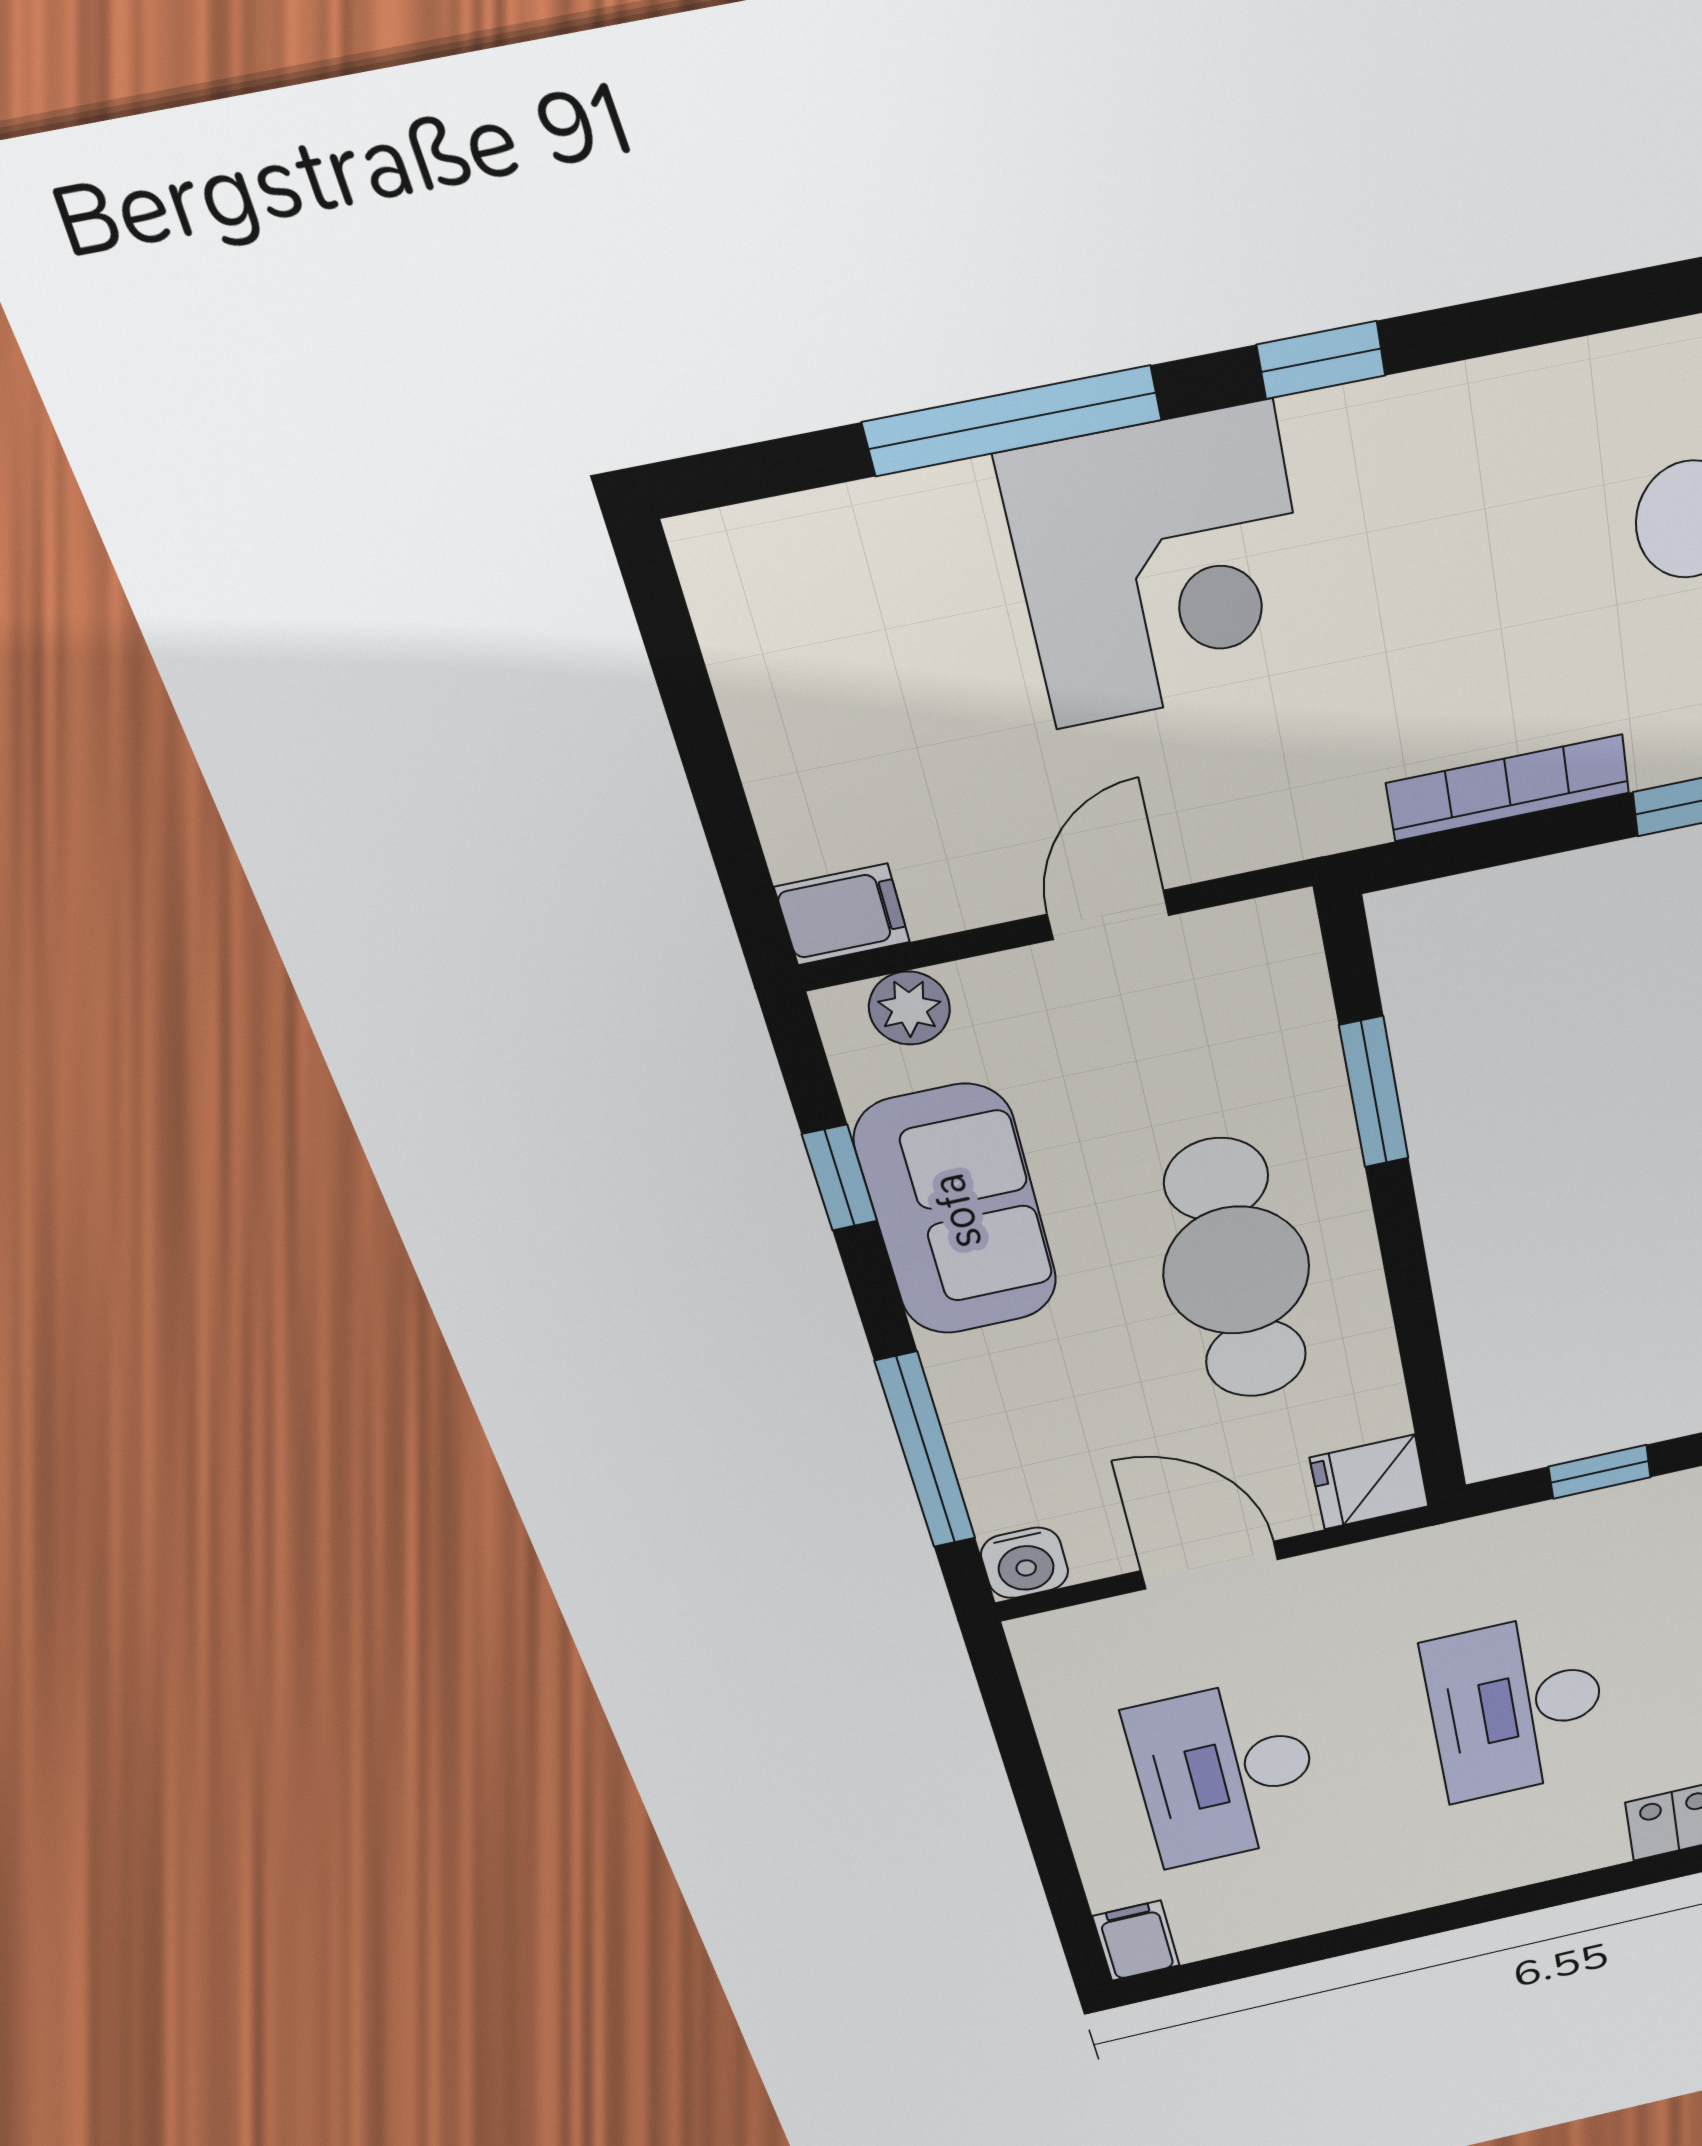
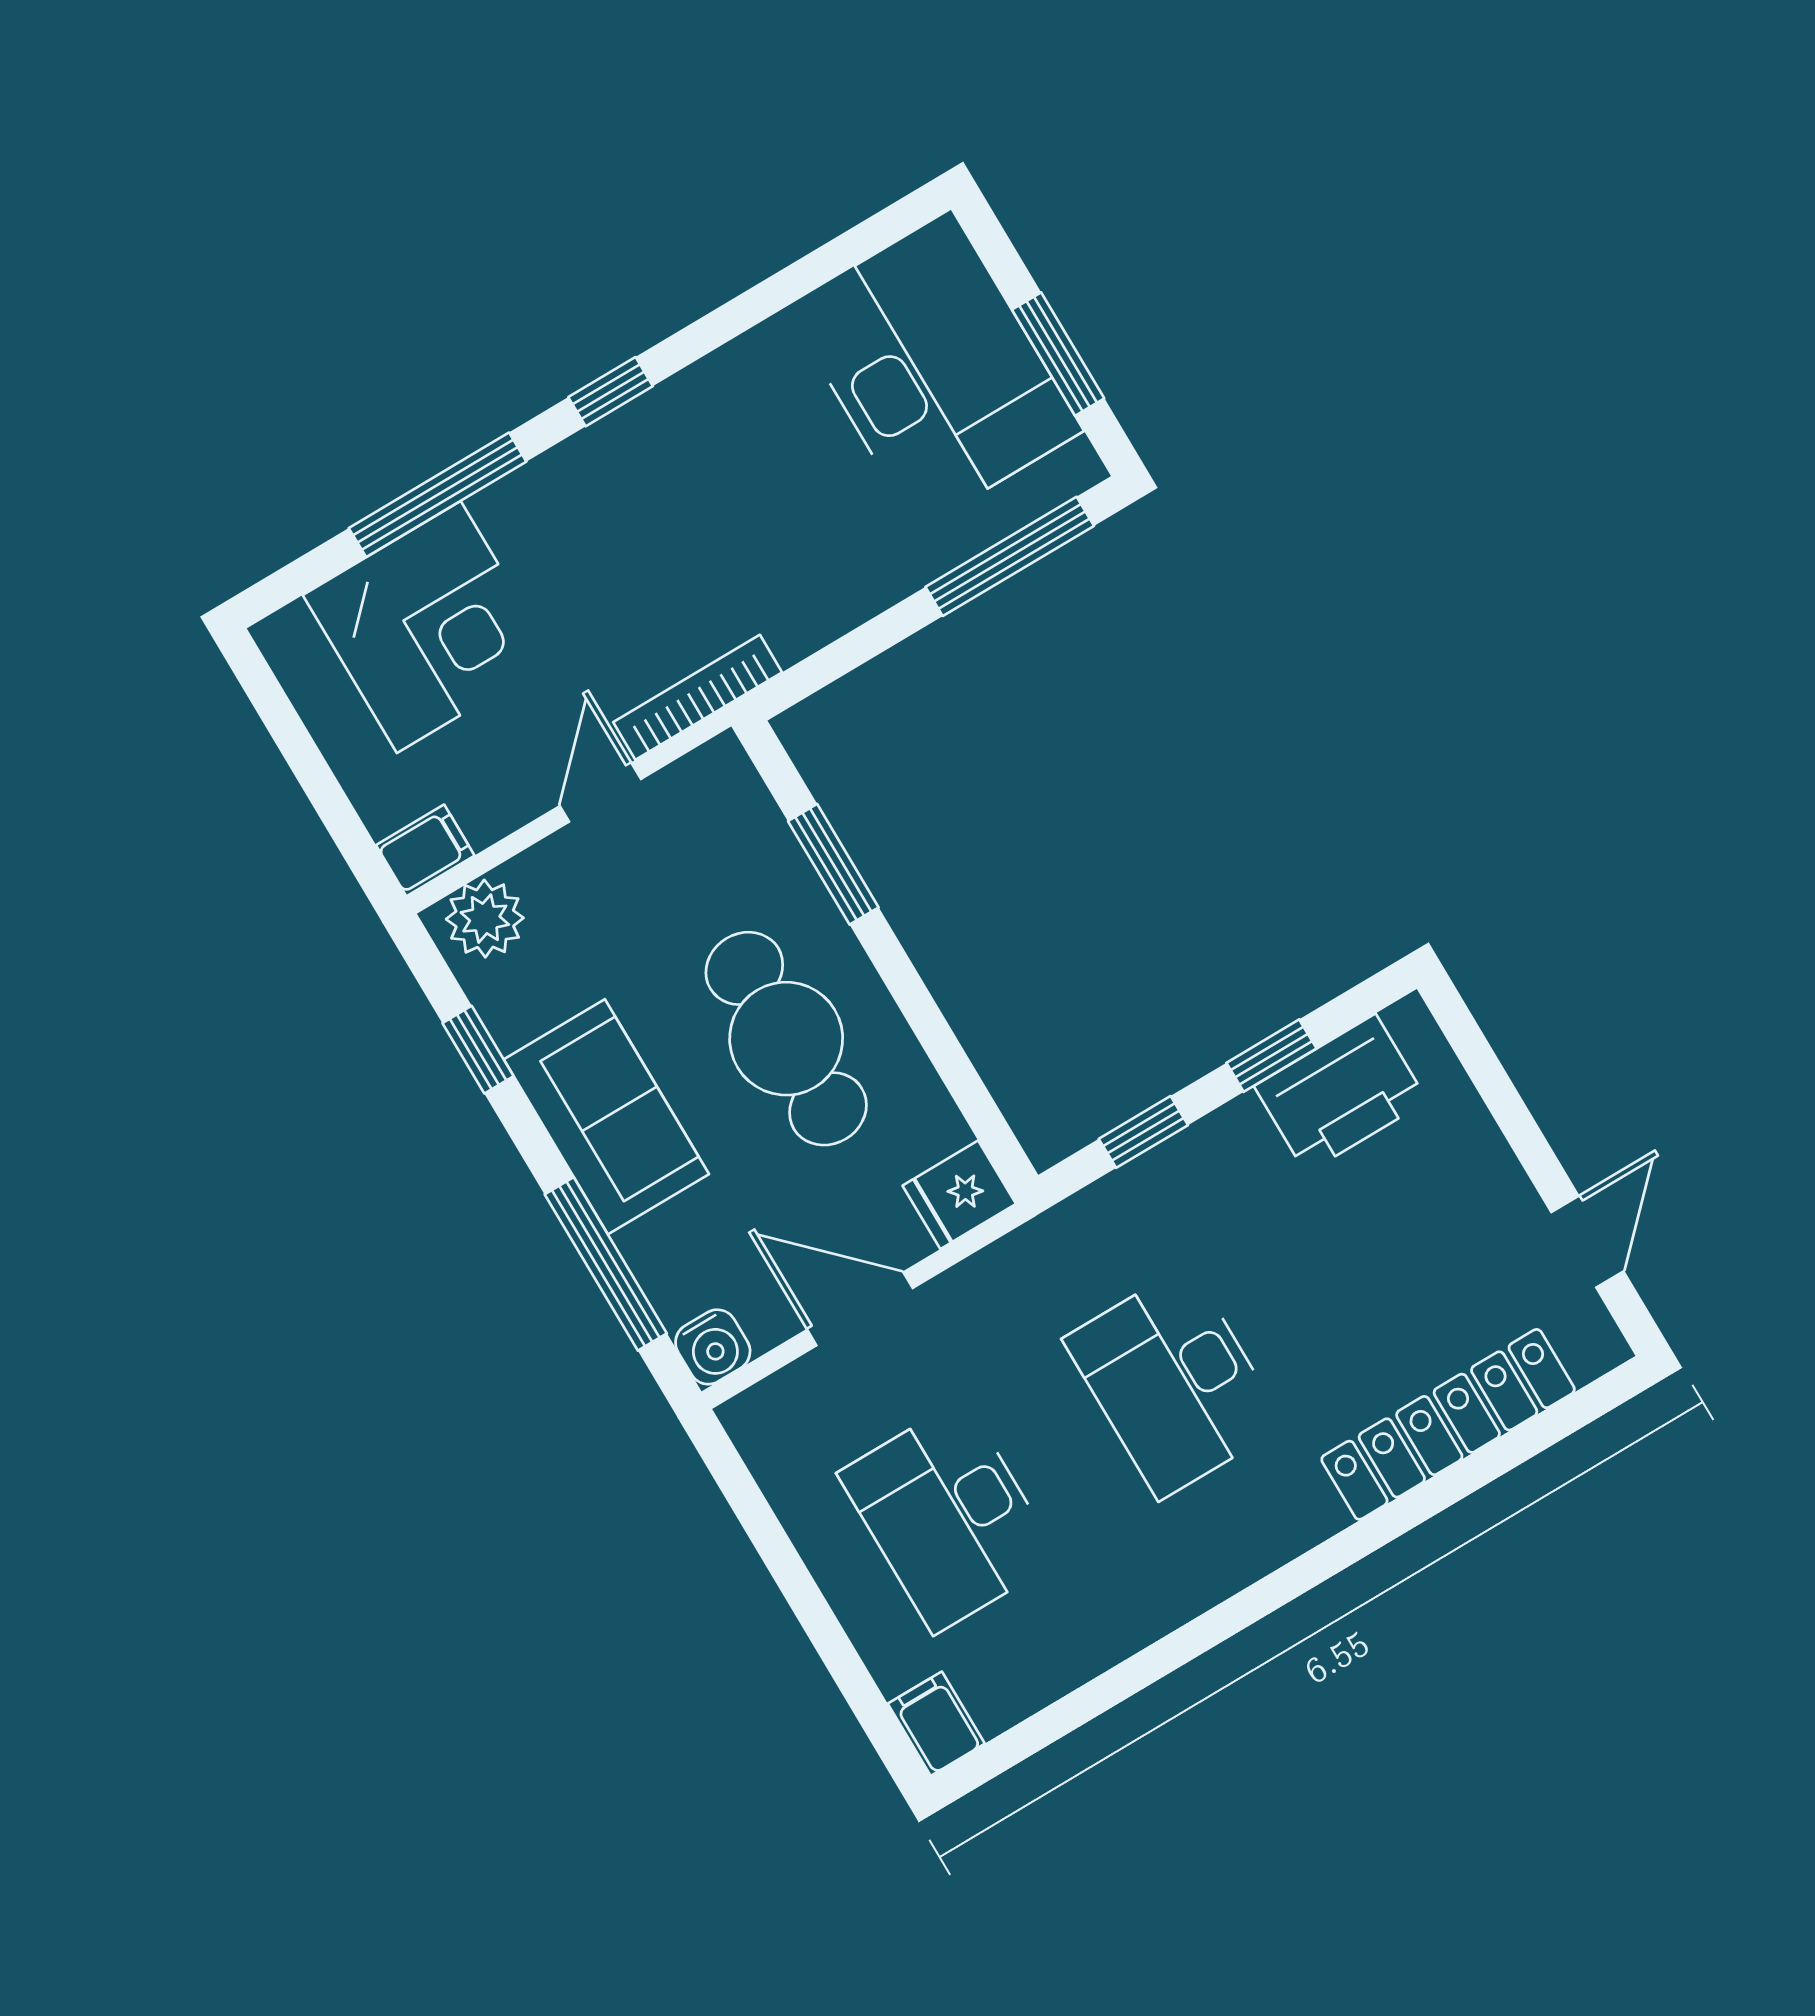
corner desk: (1162, 568) -> (429, 627), moved
bookcase: (1508, 788) -> (698, 697), moved
plant: (909, 1008) -> (485, 919), width x1.38, depth x1.38
sofa: (957, 1211) -> (606, 1117), moved

